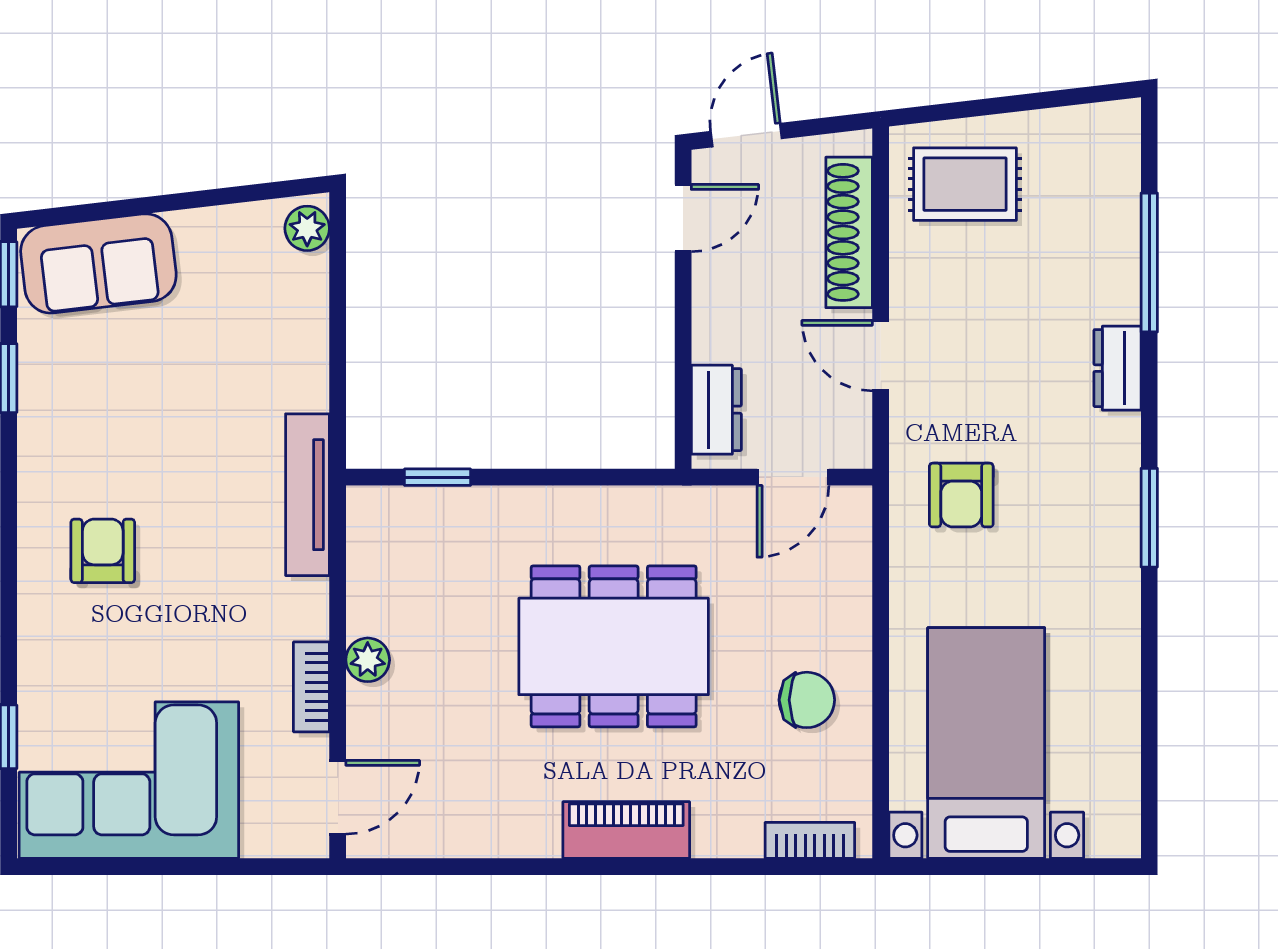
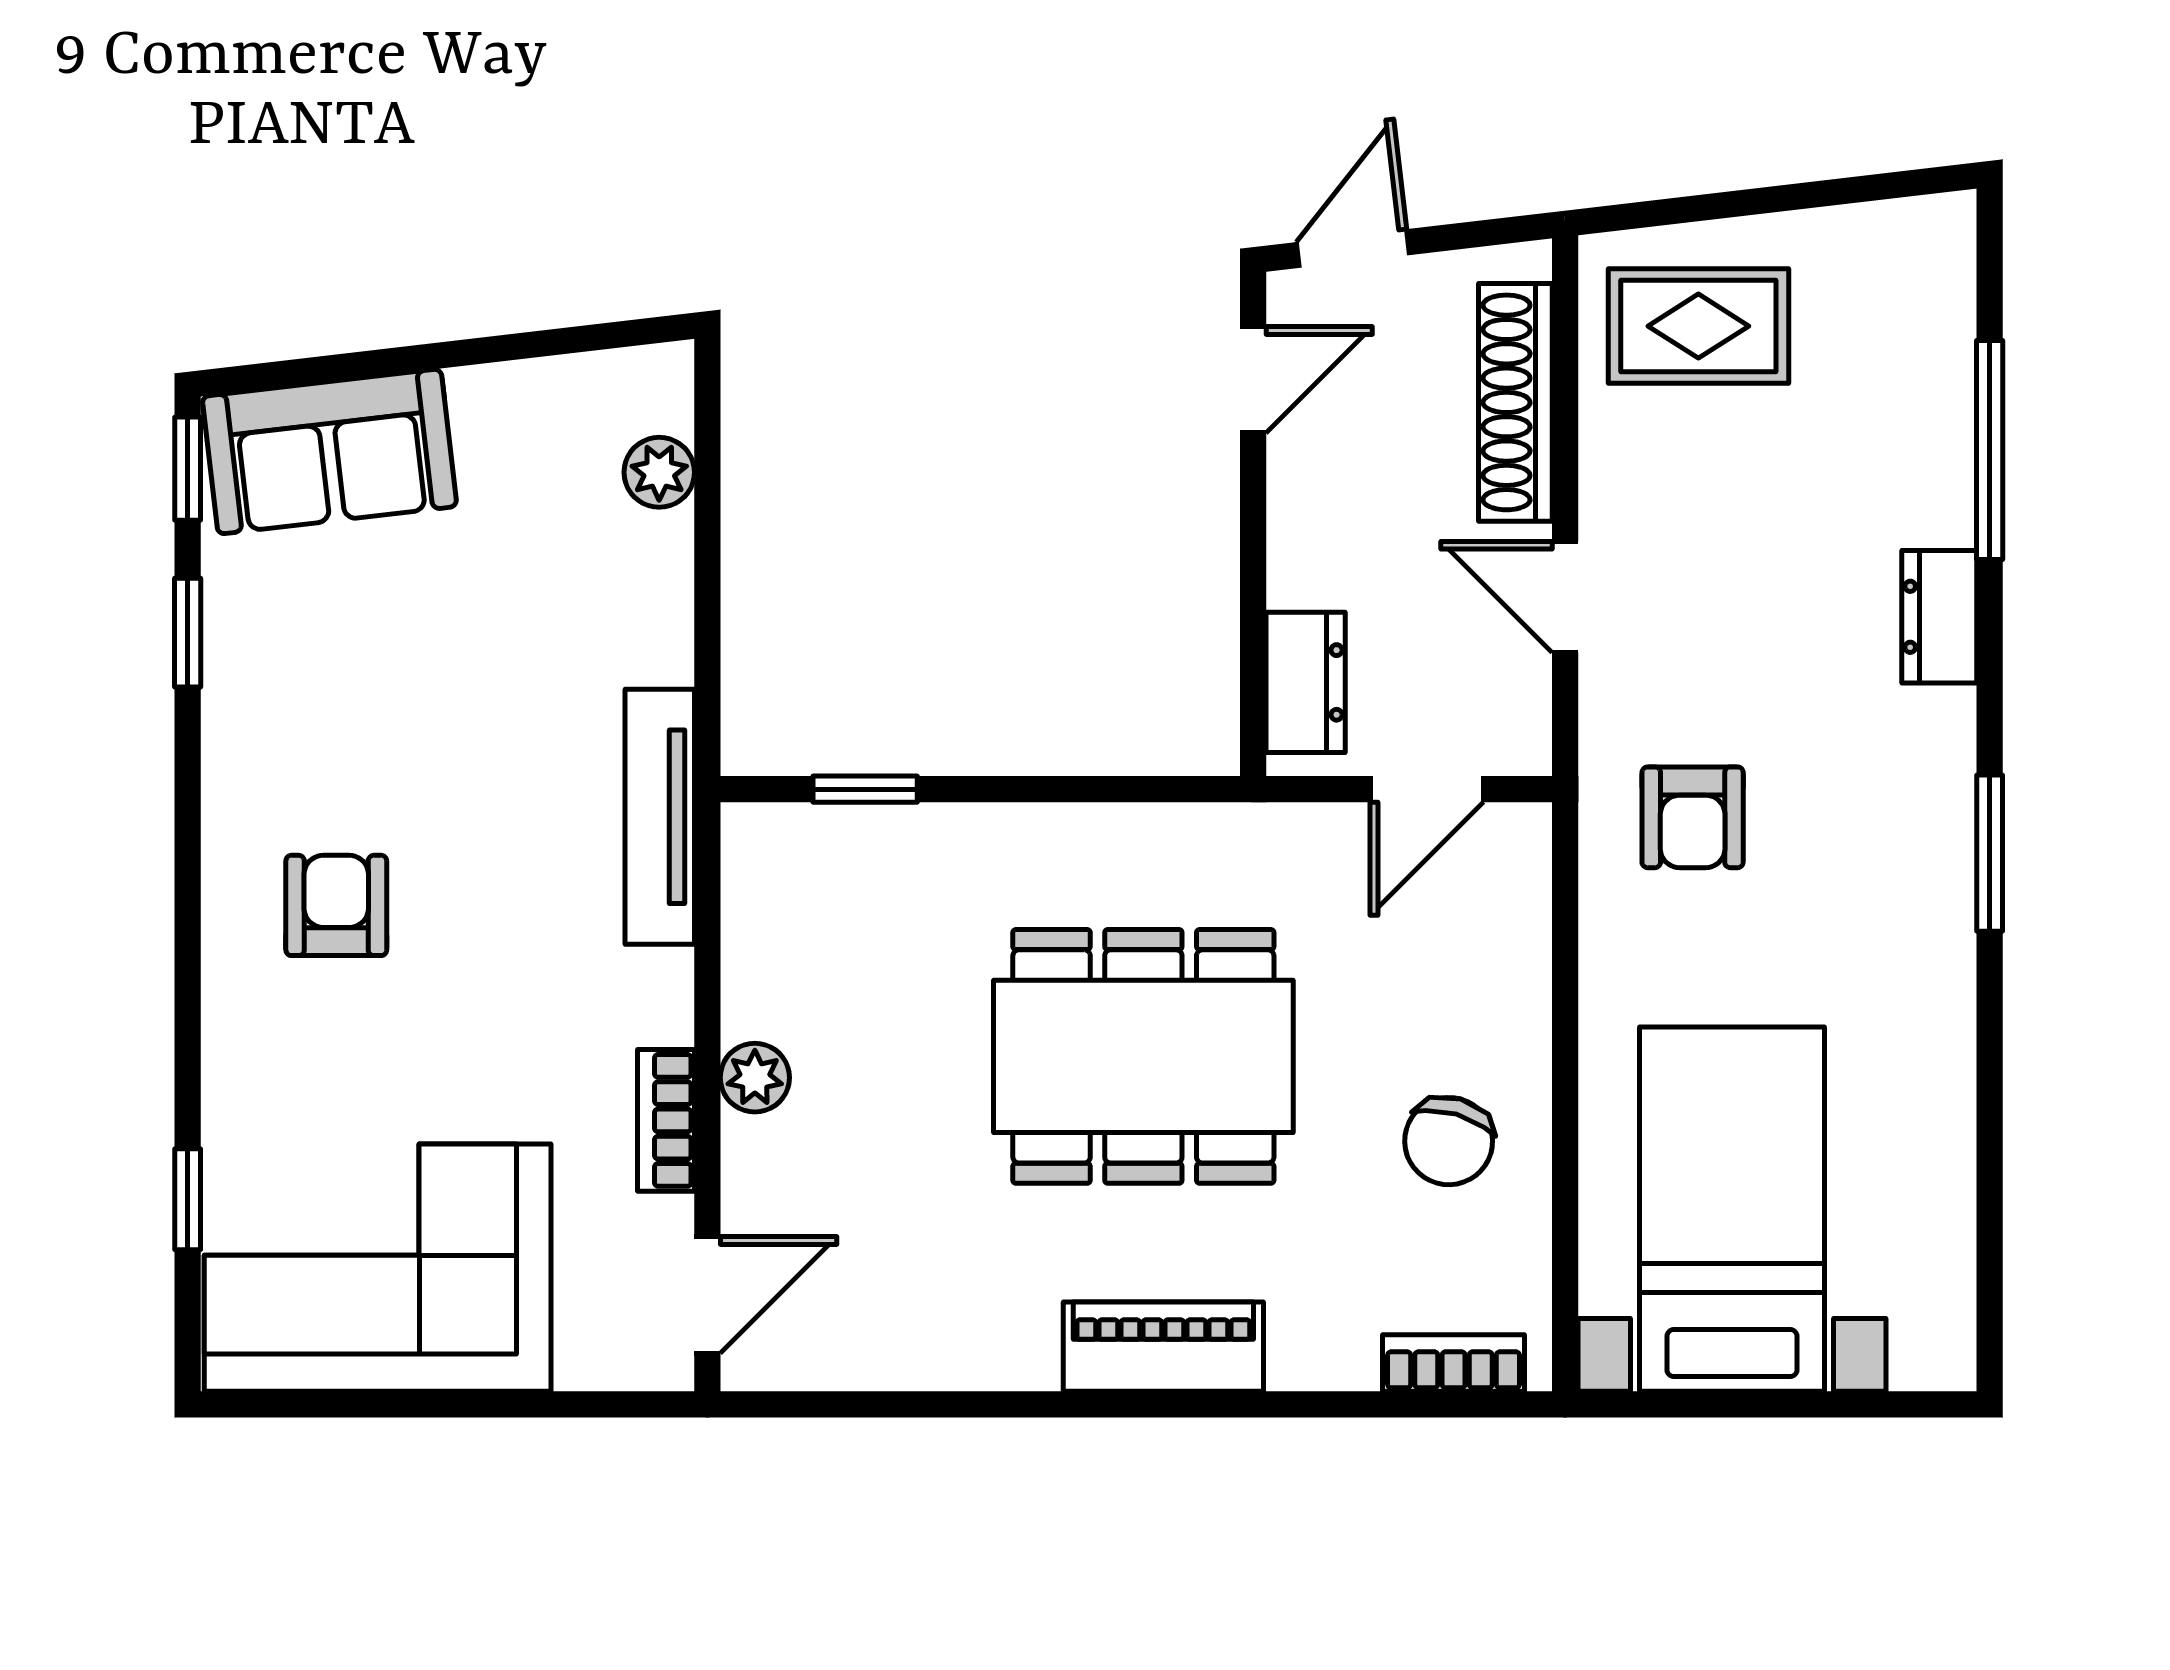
plant: (307, 228) -> (659, 472), moved
chair: (807, 700) -> (1449, 1141), turned 106

